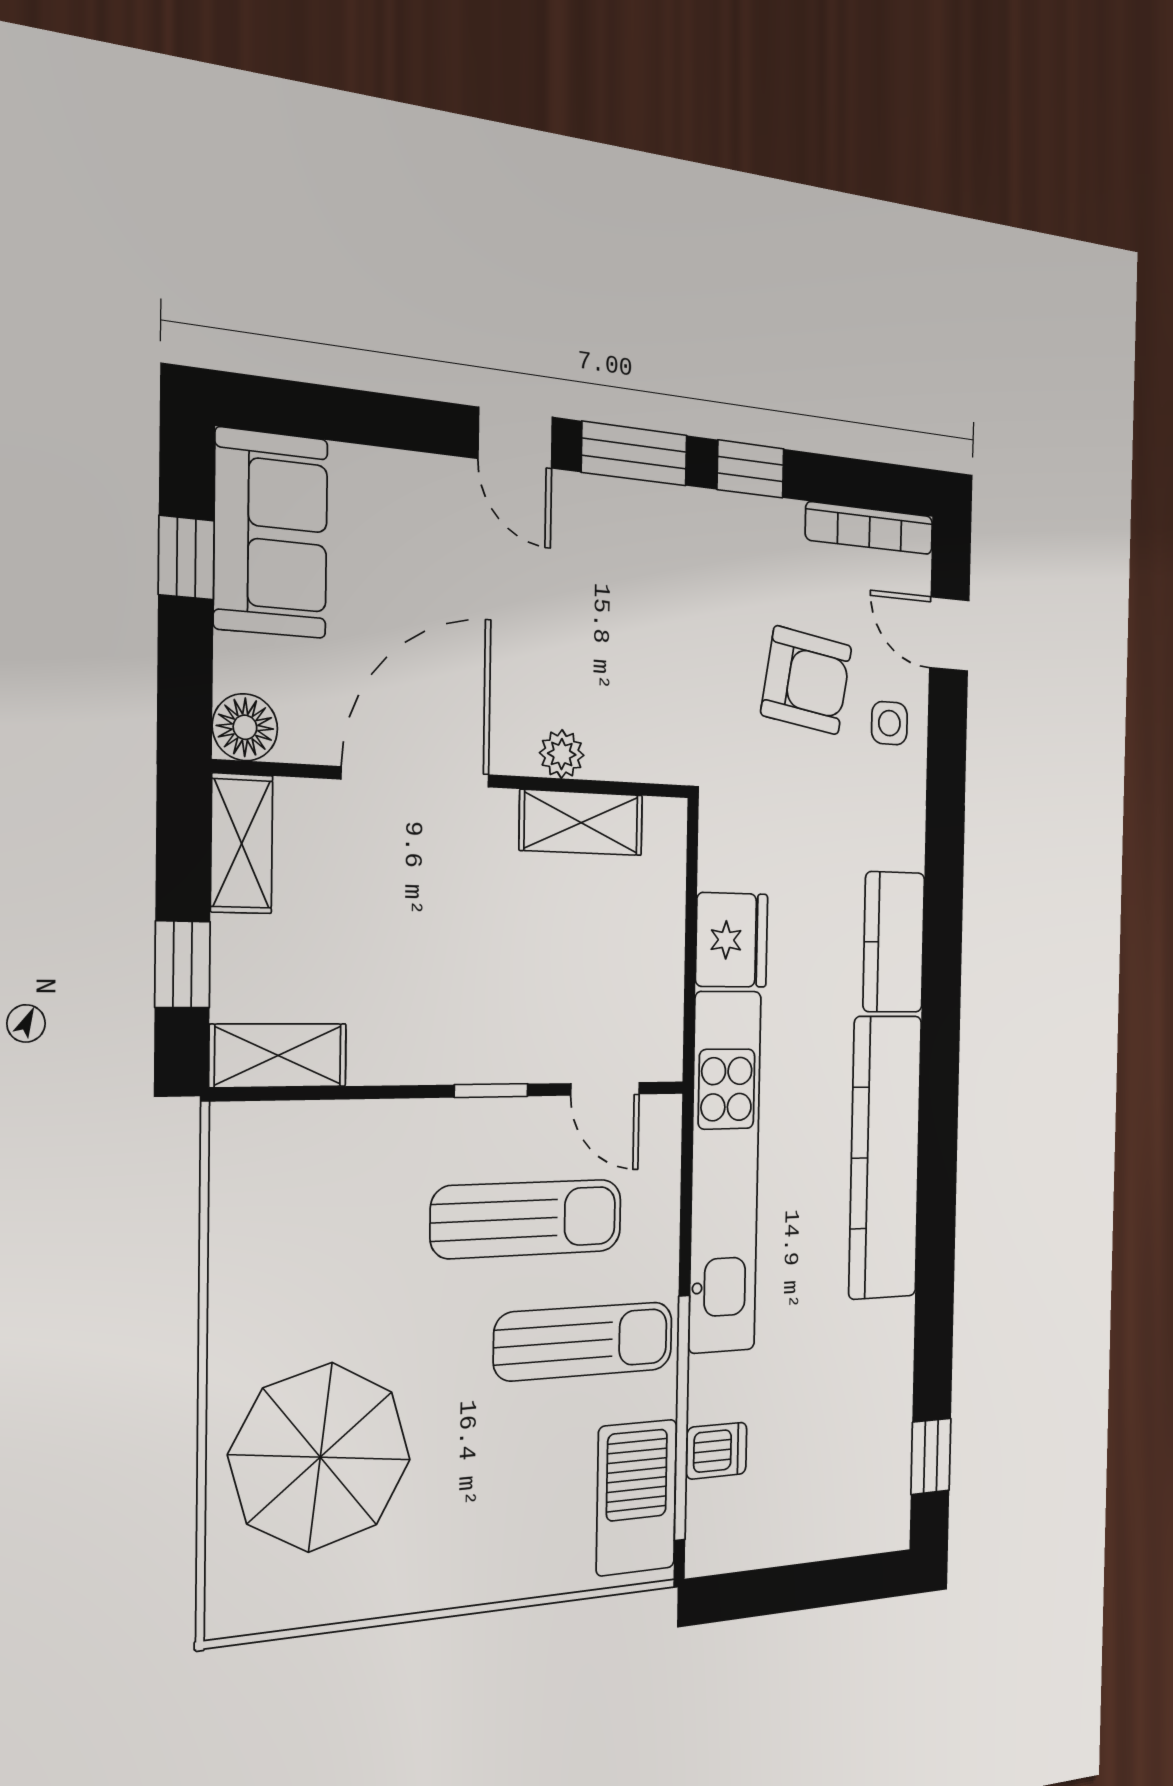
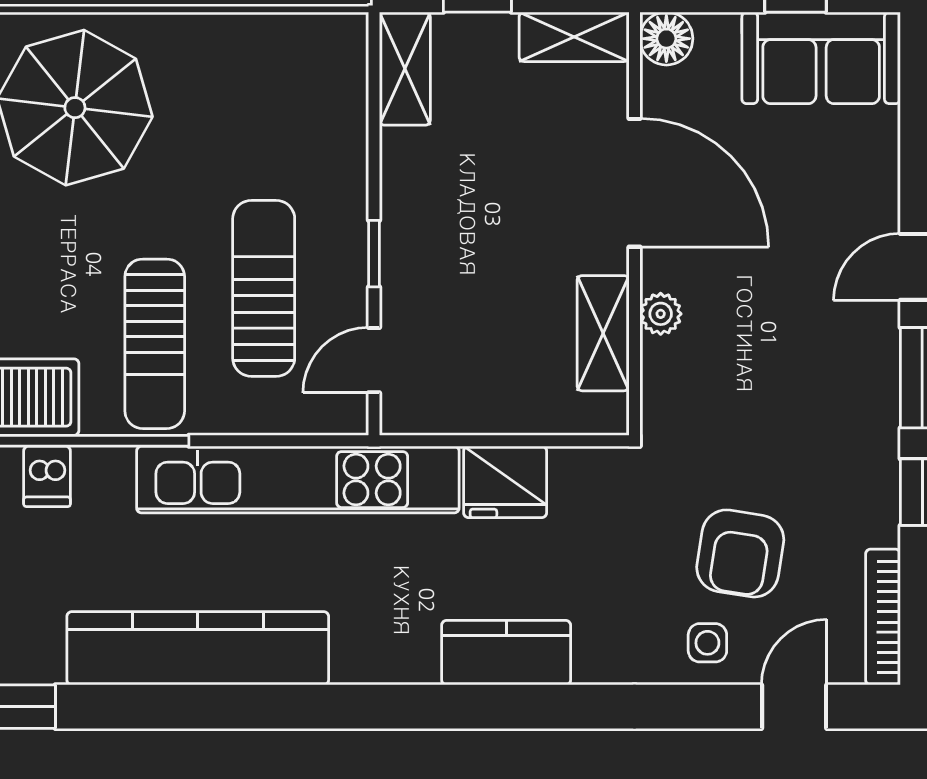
kitchen counter: (885, 1157) -> (198, 648), moved
sun lounger: (527, 1219) -> (264, 288), turned 180

